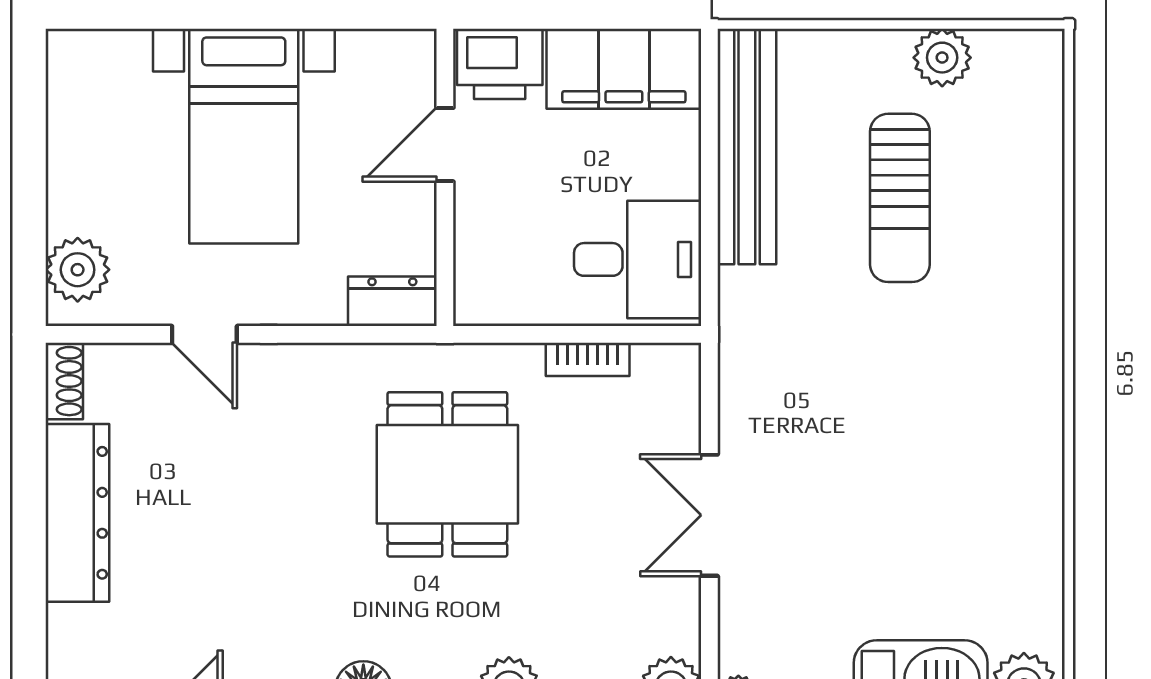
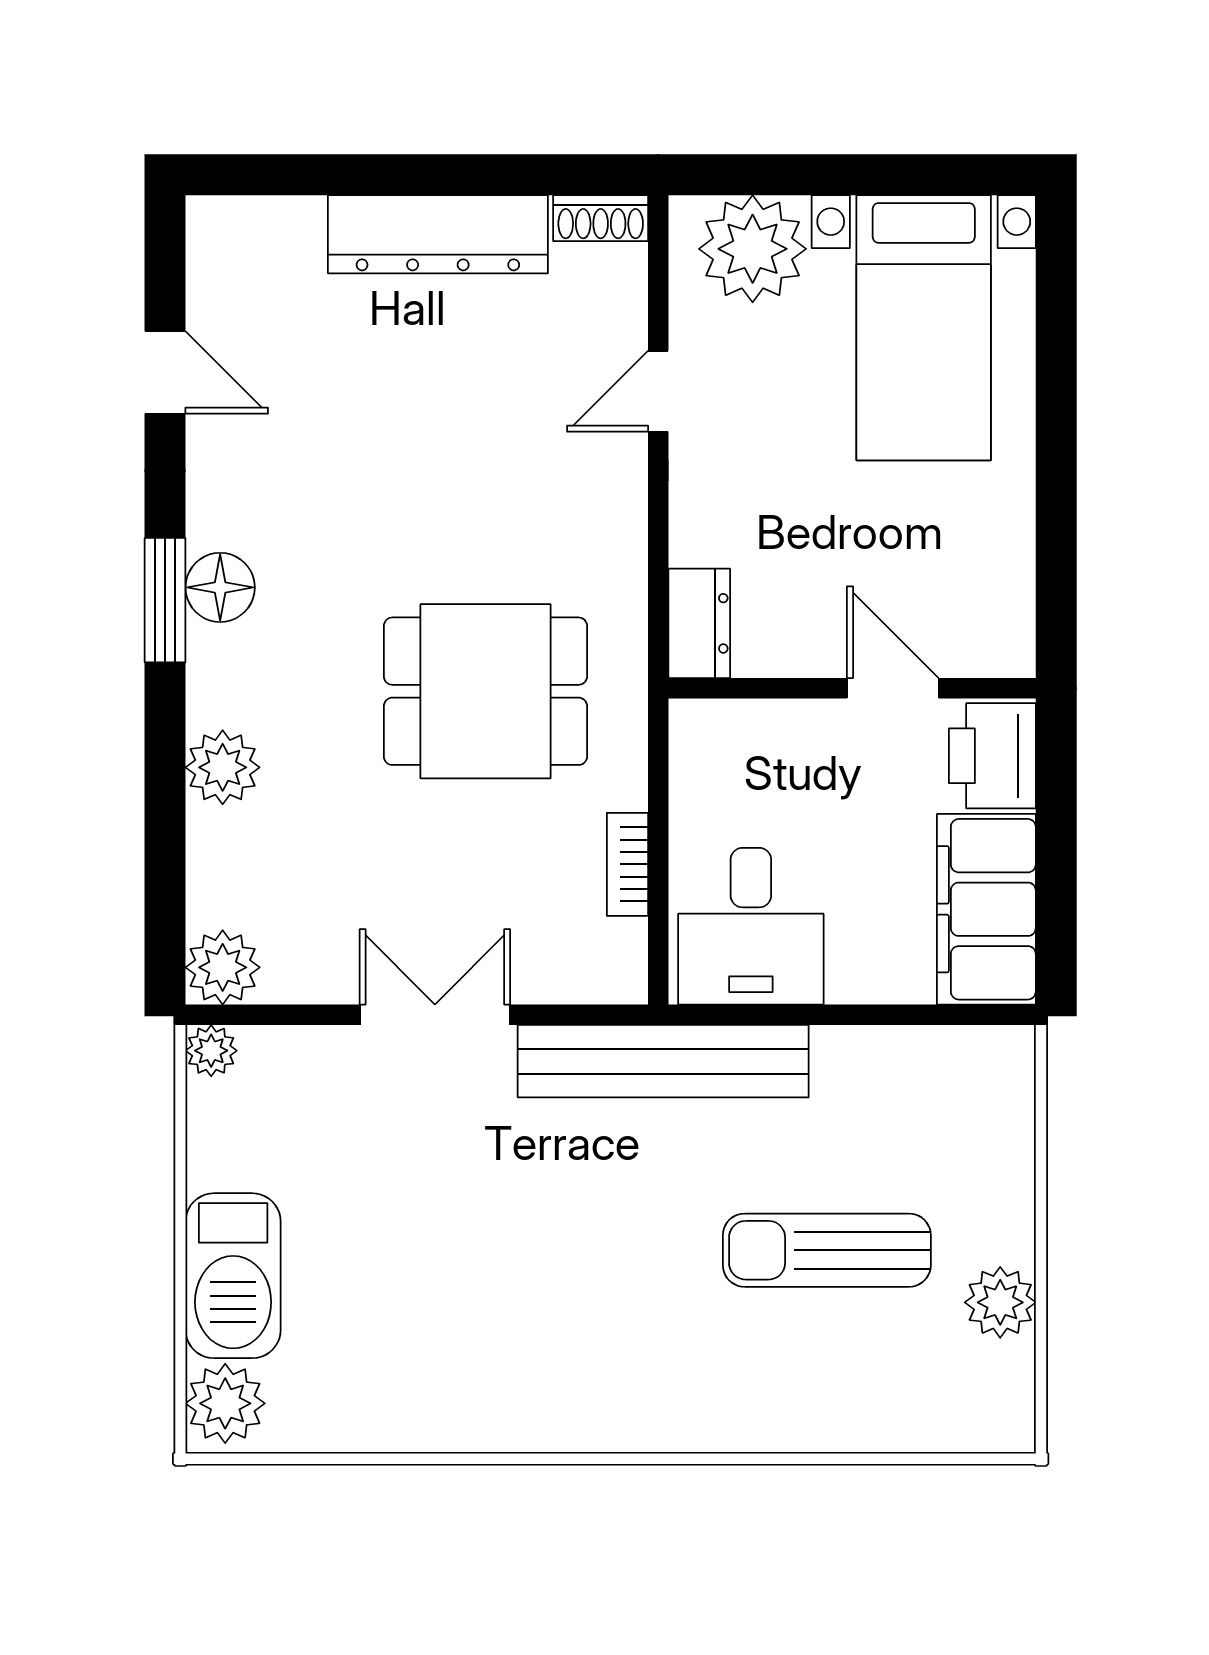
bed with nightstands: (244, 136) -> (924, 328), moved, turned -90
bench: (747, 147) -> (663, 1061), moved
plant: (78, 270) -> (753, 249), width x1.36, depth x1.36

